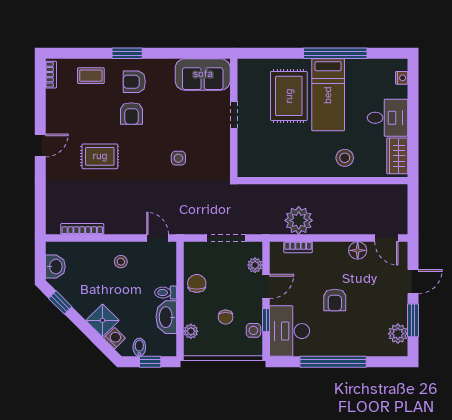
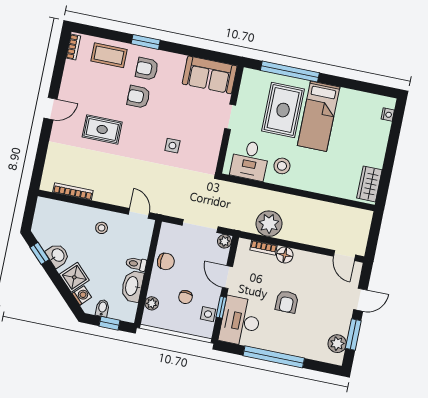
window: (335, 53) -> (290, 72), moved
coffee table: (91, 76) -> (109, 55), width x1.36, depth x1.30
armchair: (131, 113) -> (138, 97), turned 90
desk: (388, 118) -> (250, 160), moved, turned 90
stool: (345, 158) -> (282, 166), moved
floor lamp: (358, 250) -> (285, 255), moved
plant: (255, 265) -> (224, 241), moved
washbasin: (55, 267) -> (58, 255), moved, turned -45
chair: (197, 283) -> (166, 261), turned 90
door: (266, 287) -> (227, 277), swing flipped

